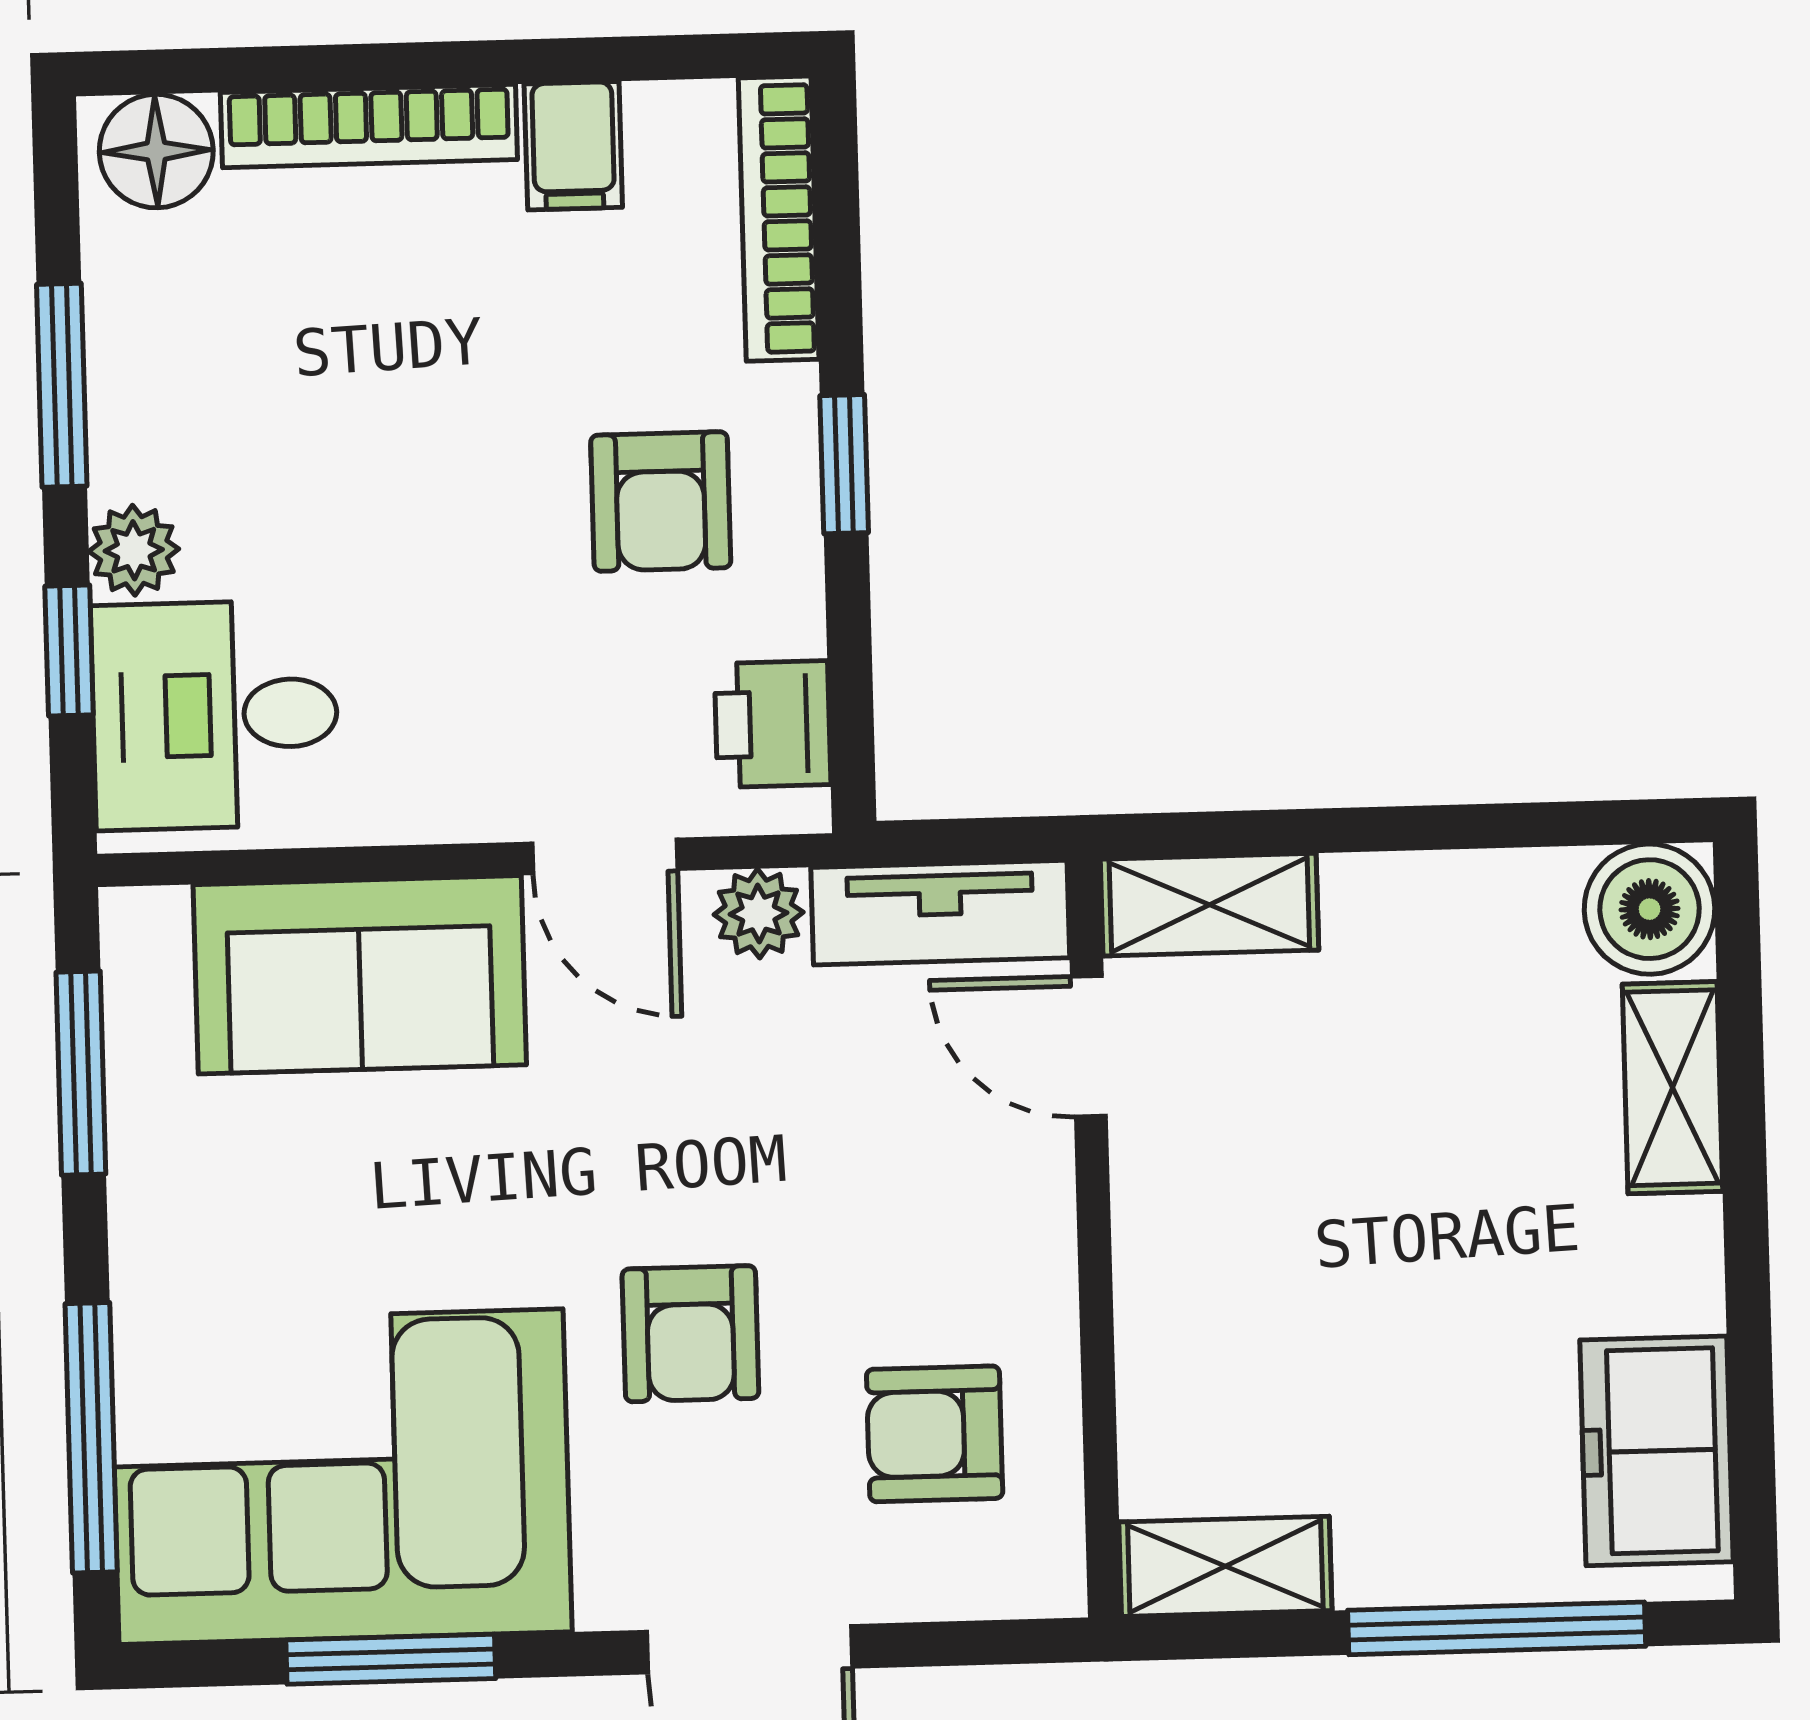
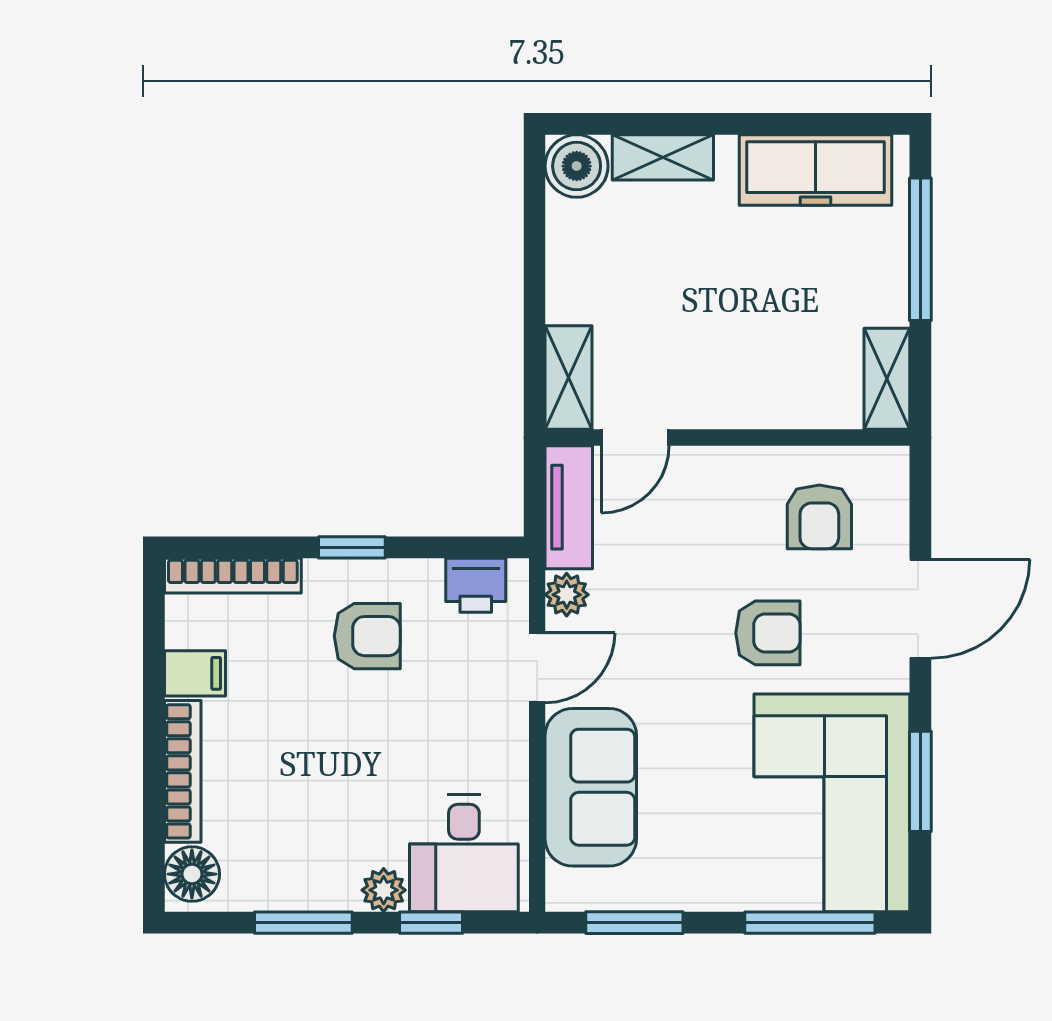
freezer: (1656, 1451) -> (816, 170), width x1.40

